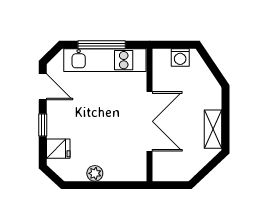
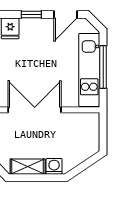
washing machine: (180, 57) -> (54, 166), moved, turned 90
double door: (150, 121) -> (35, 110), swing flipped

